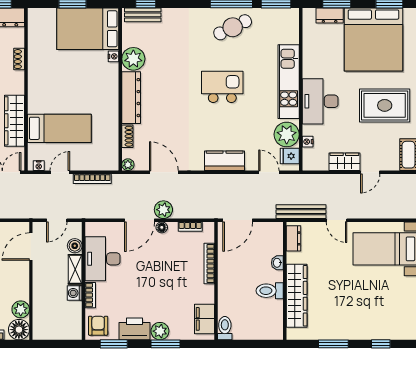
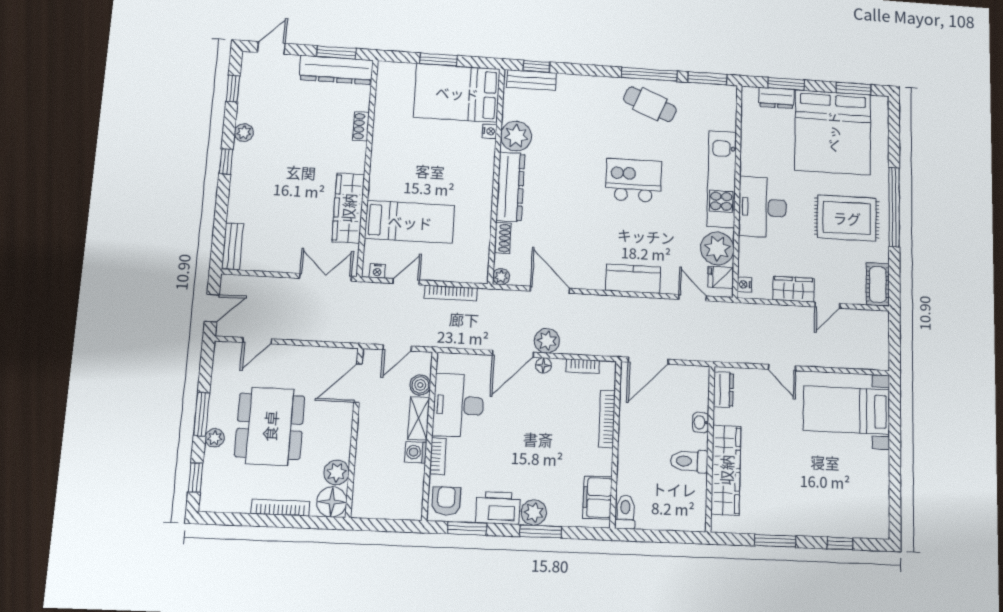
cafe table: (233, 27) -> (650, 104), turned 48
nightstand: (308, 142) -> (744, 285), moved
bench: (301, 212) -> (734, 353), removed

